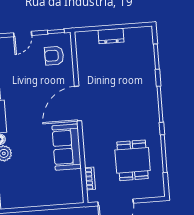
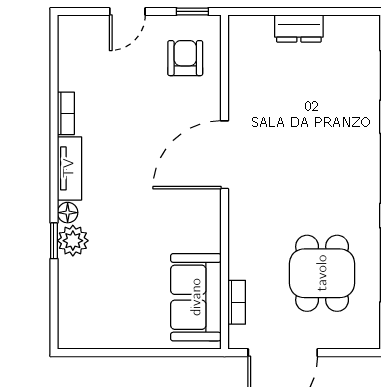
armchair: (54, 56) -> (185, 58), turned 90
sofa: (67, 147) -> (196, 297), moved

